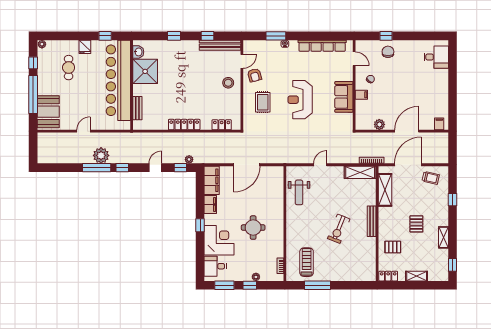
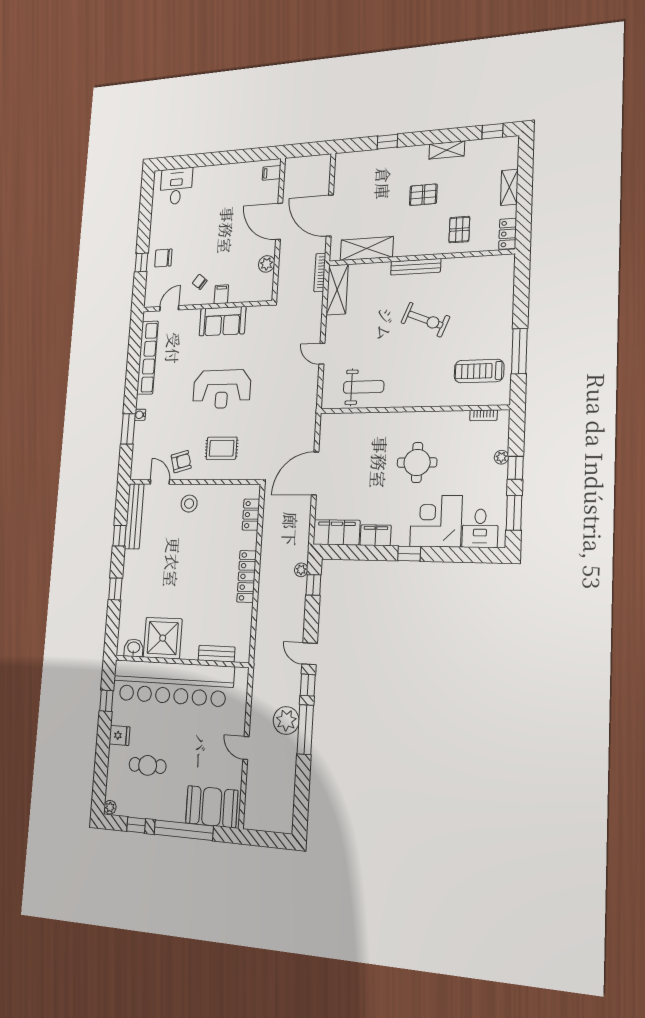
door: (247, 165) -> (315, 473), swing flipped
door: (155, 168) -> (310, 654), moved
trolley: (431, 178) -> (352, 178), removed

